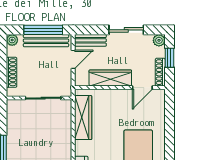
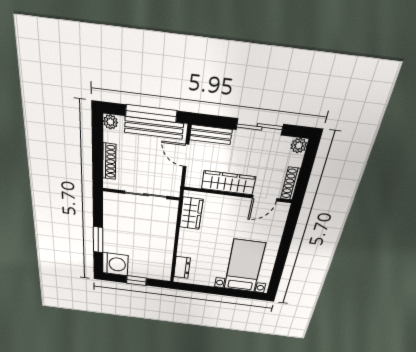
window: (169, 58) -> (306, 168), removed
door: (73, 59) -> (186, 155), swing flipped
wardrobe: (83, 118) -> (191, 213), width x0.67

